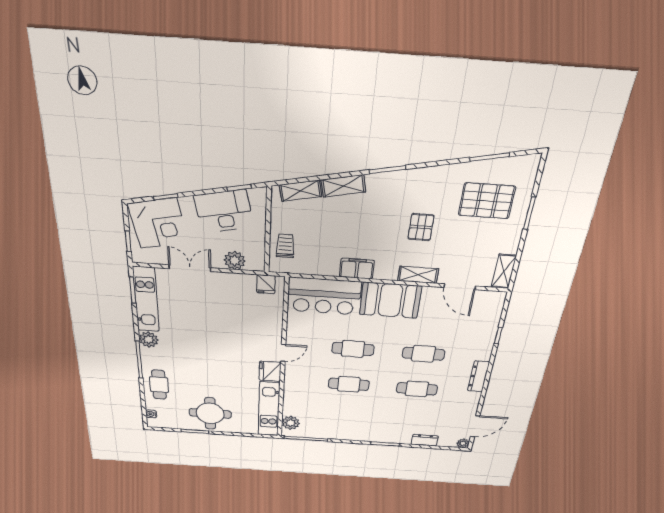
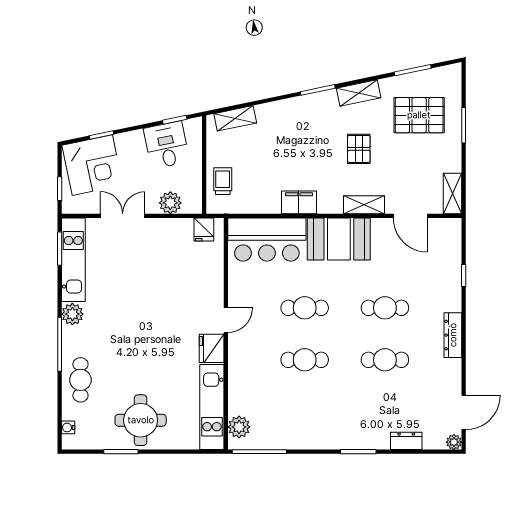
shelving: (343, 186) -> (359, 93), moved
desk: (224, 211) -> (167, 145), width x0.73

